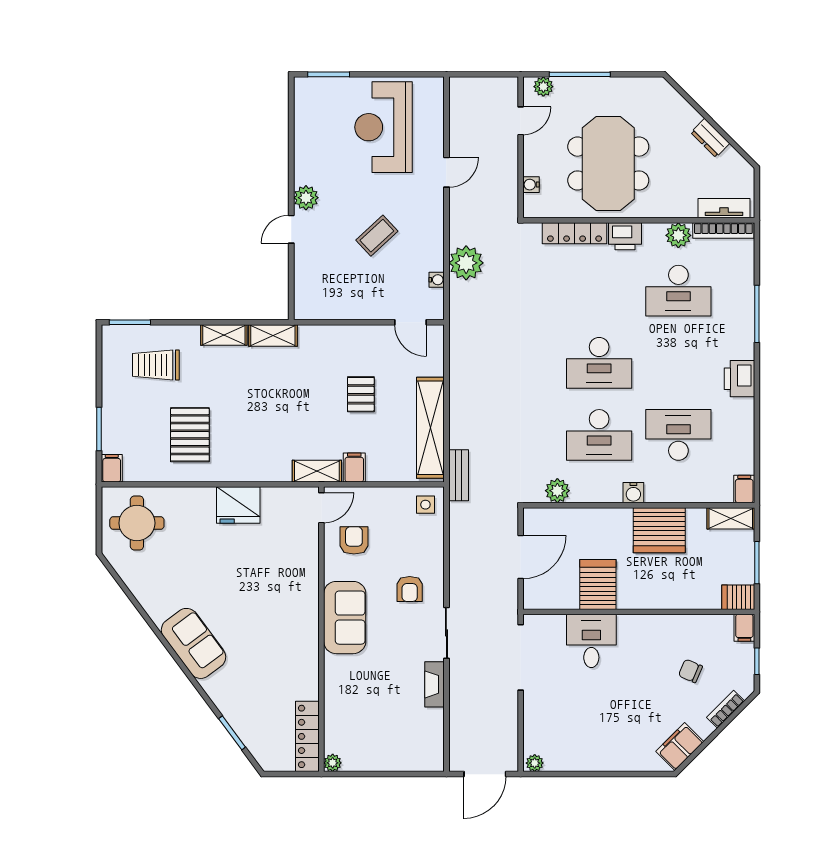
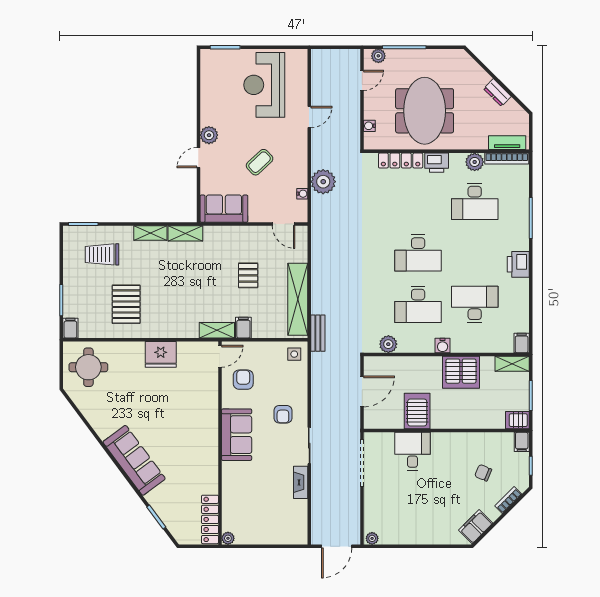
sofa: (327, 301) -> (224, 209), added
sofa: (194, 643) -> (134, 460), width x1.36

